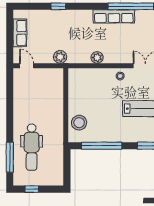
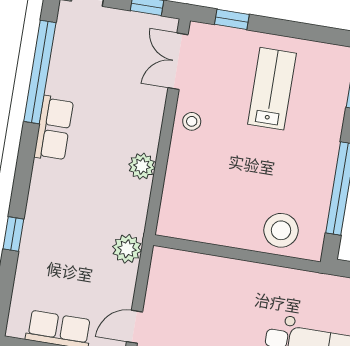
row of seats: (114, 16) -> (54, 129), width x0.68

